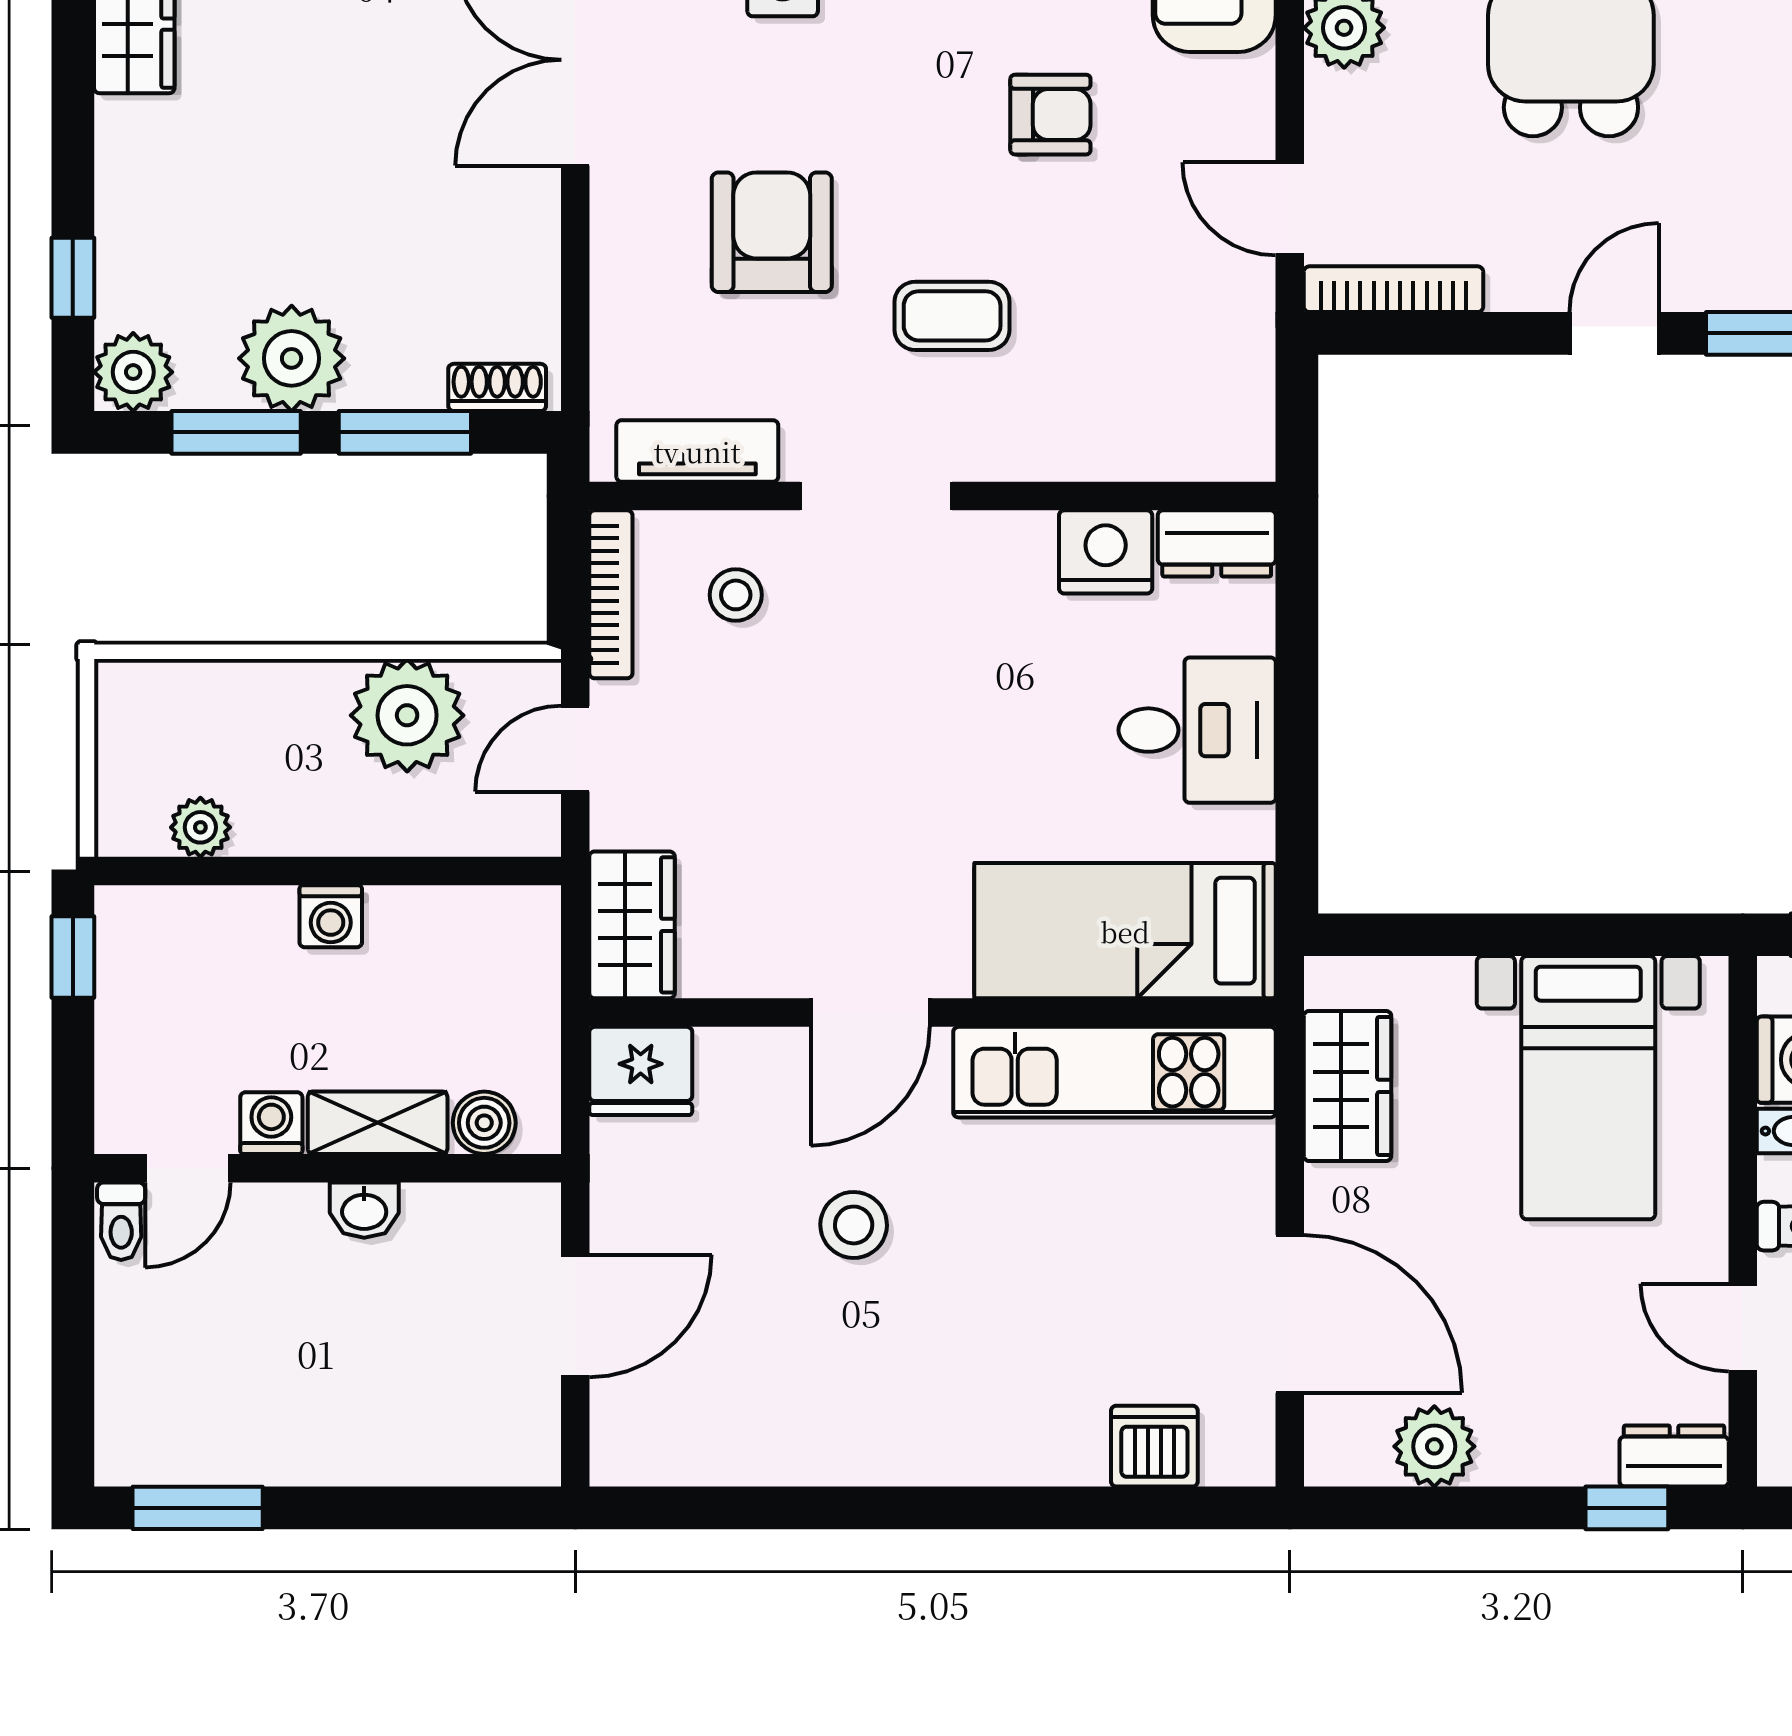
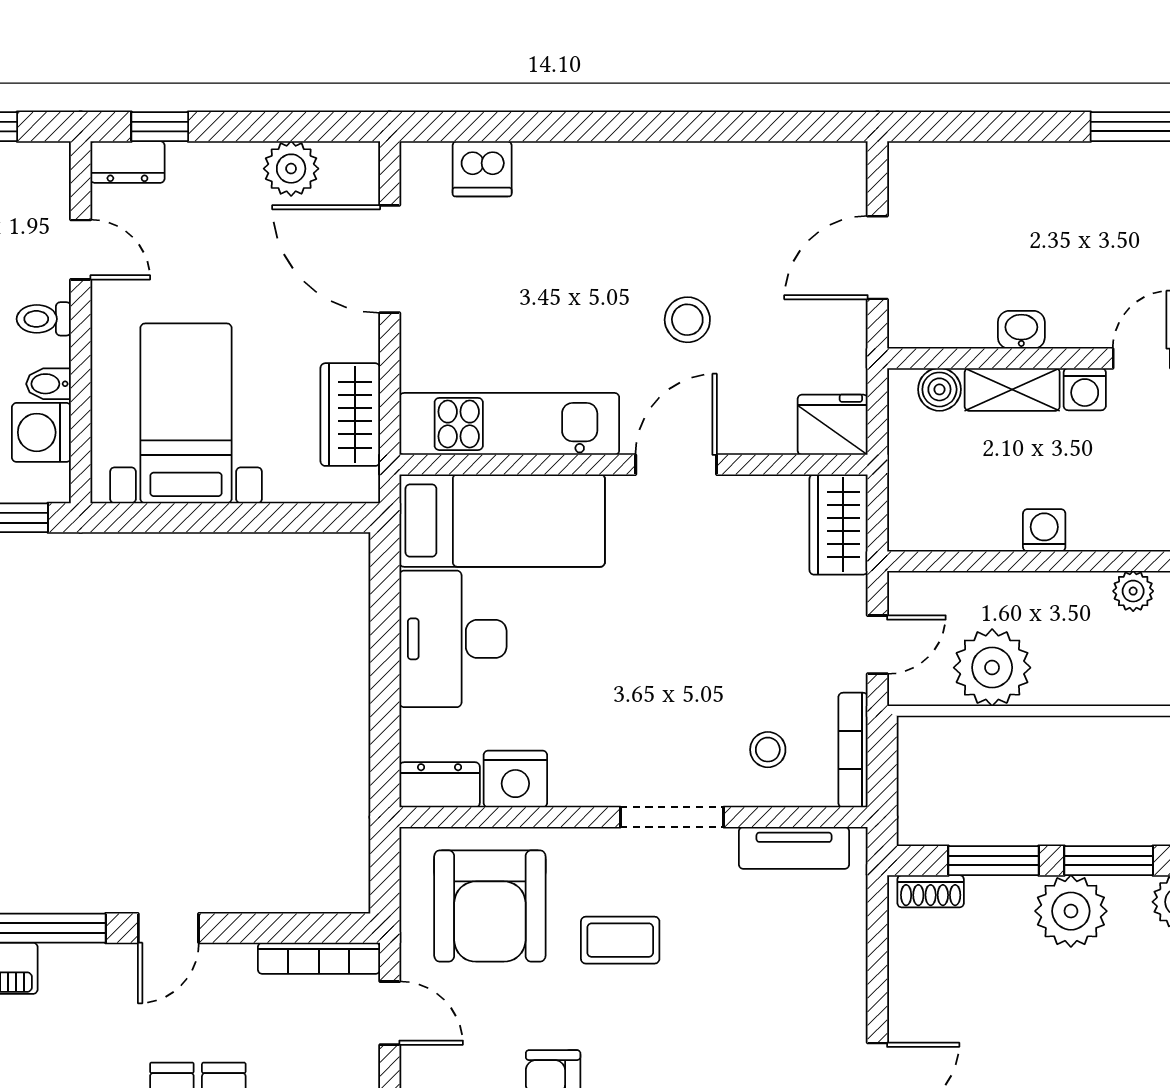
armchair: (772, 232) -> (490, 906), moved, width x1.36, depth x1.36
desk: (1197, 730) -> (453, 639), width x1.37

